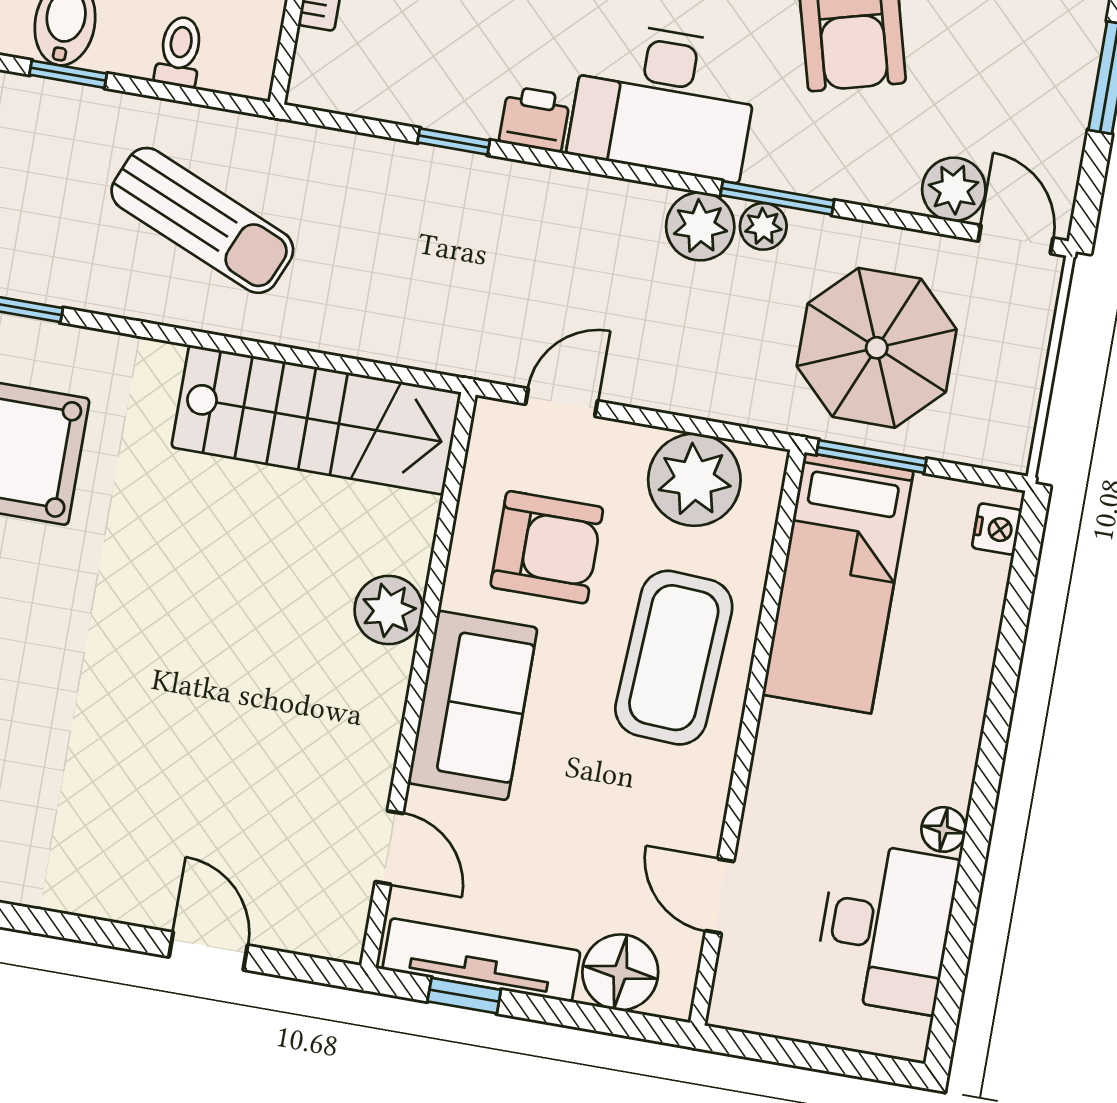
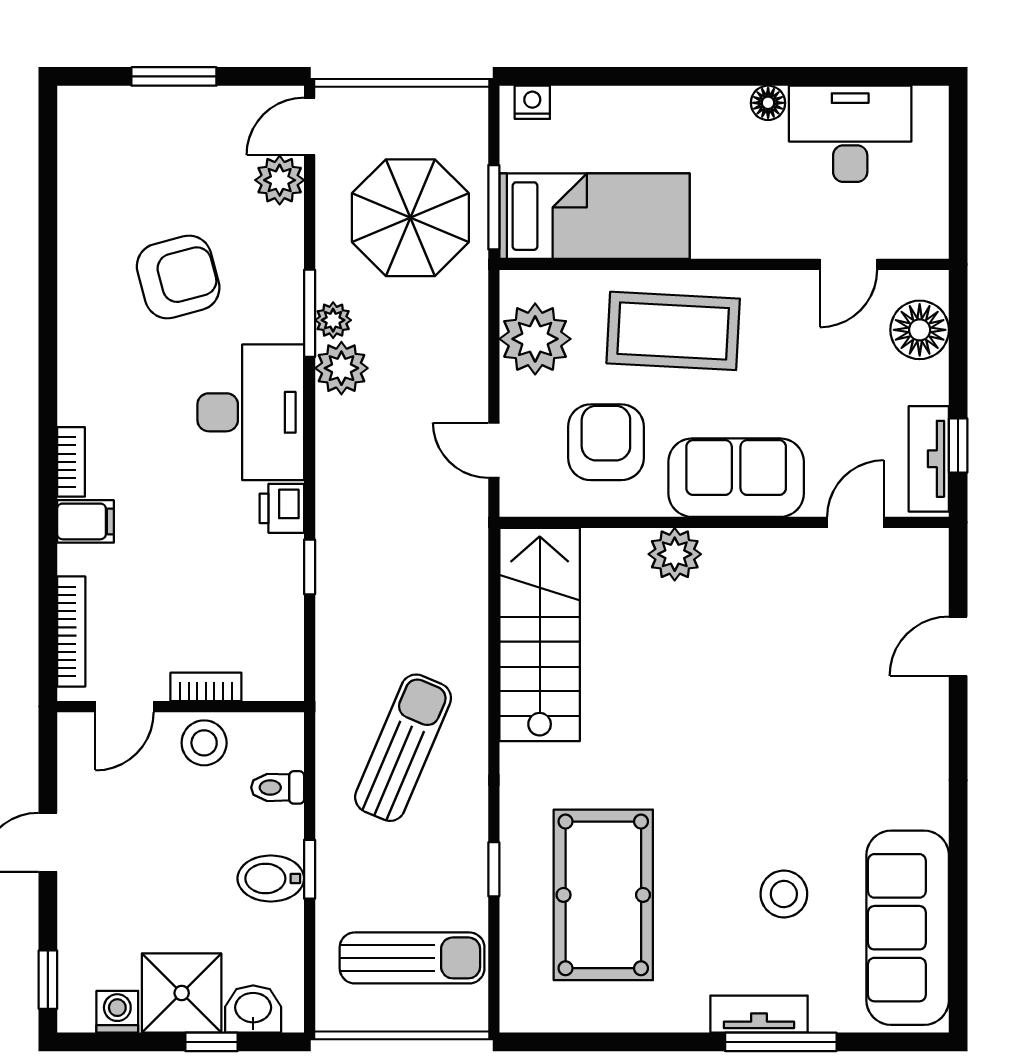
tv unit: (481, 960) -> (929, 459), width x0.71

